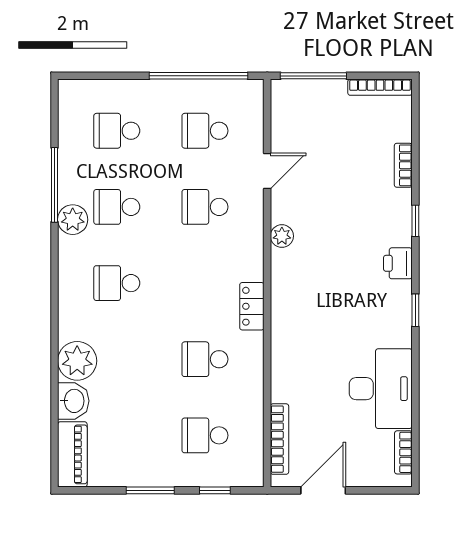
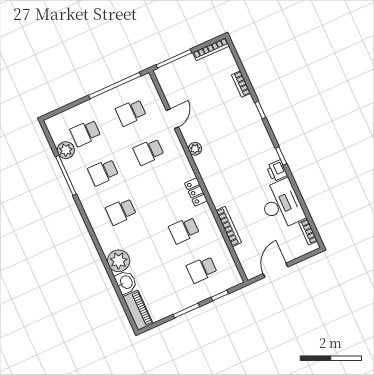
plant: (73, 220) -> (66, 150), moved
printer: (398, 263) -> (277, 171), moved
bookcase: (279, 439) -> (229, 227), moved

